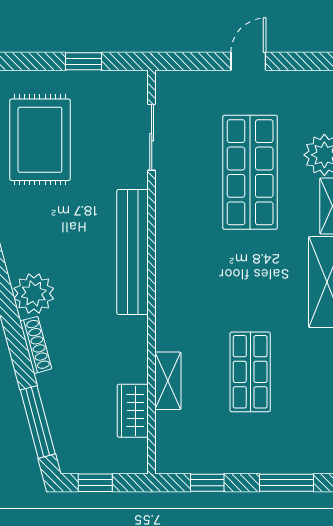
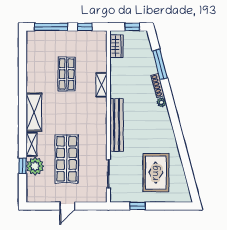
plant: (34, 293) -> (161, 102), width x0.53, depth x0.53
shelving: (168, 381) -> (101, 85), moved
wardrobe: (133, 411) -> (116, 46), moved
window: (38, 422) -> (160, 64), moved
window: (286, 483) -> (51, 27), width x1.44

